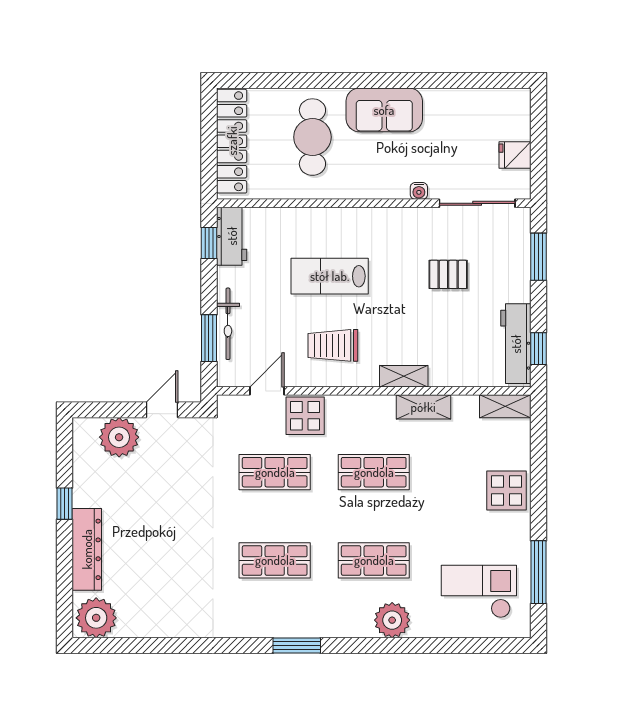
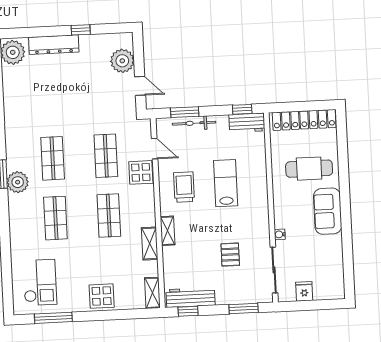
plant: (392, 620) -> (18, 182), moved

